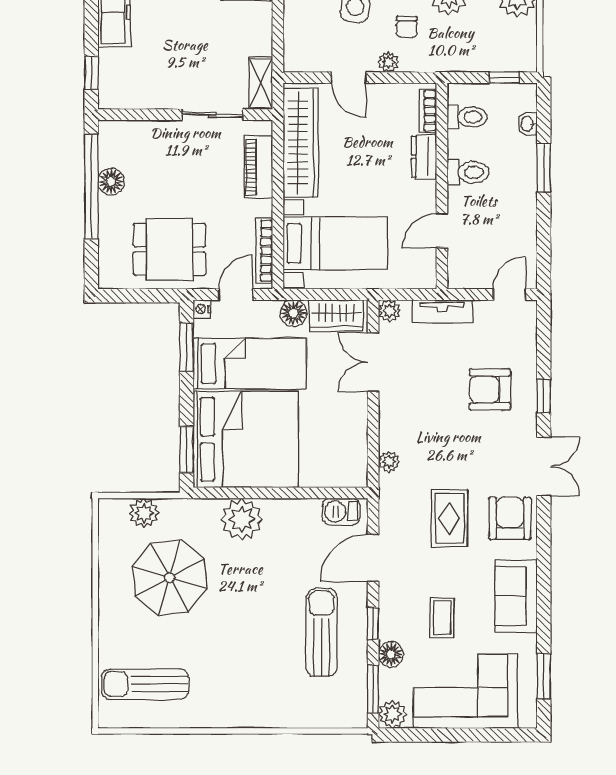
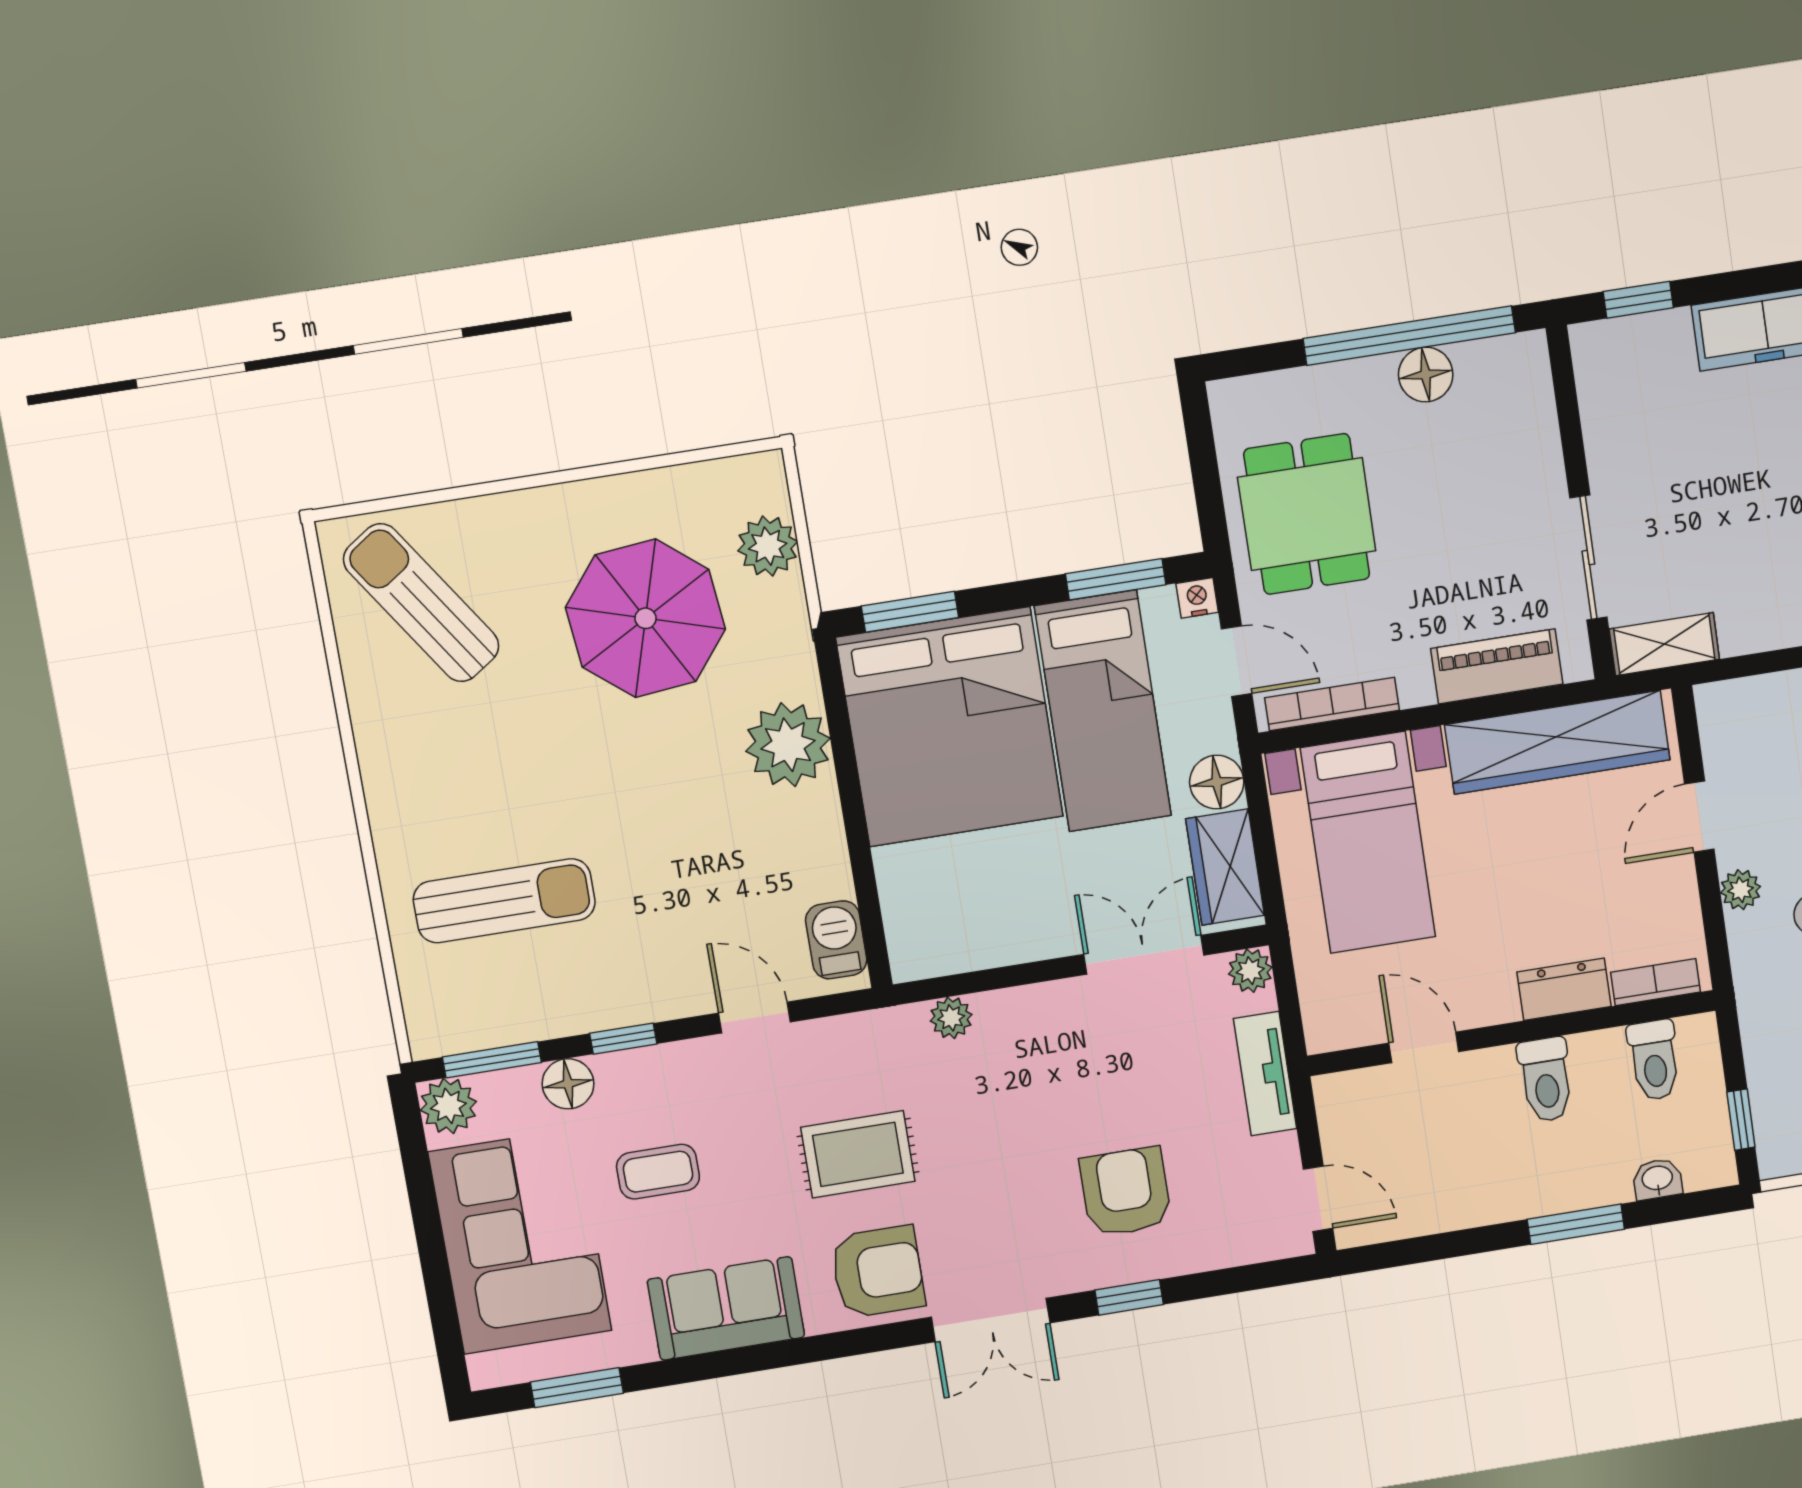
door: (373, 558) -> (755, 1017), width x0.73
sun lounger: (321, 633) -> (504, 901), moved
sun lounger: (145, 684) -> (421, 603), turned -34

